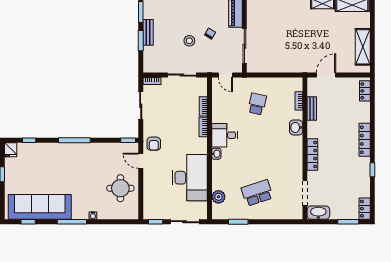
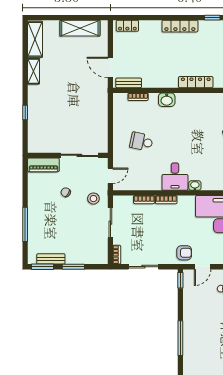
bench: (148, 32) -> (51, 259), moved
stool: (189, 41) -> (93, 199), moved
bench: (312, 108) -> (129, 83), moved

